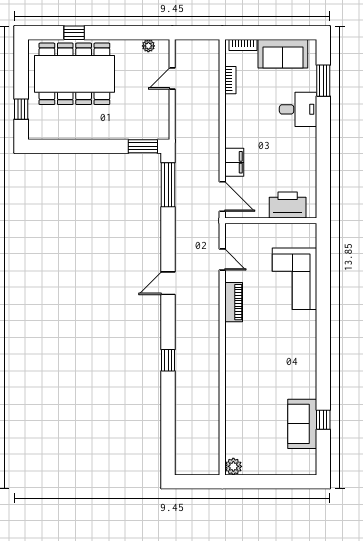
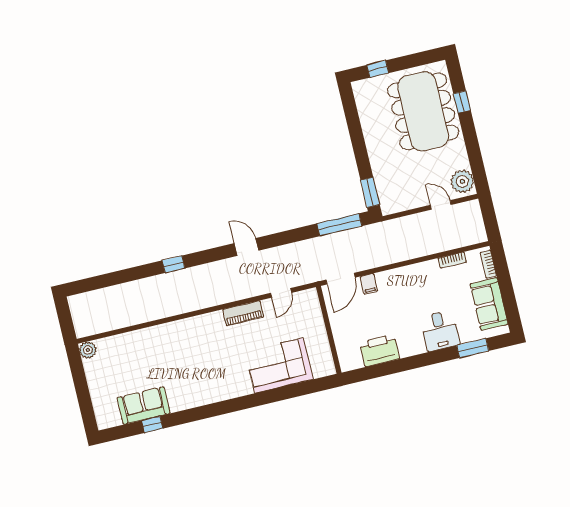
plant: (148, 46) -> (462, 181), width x1.88, depth x1.88
filing cabinet: (234, 162) -> (369, 284), width x0.50
printer: (288, 205) -> (380, 351), moved, turned -90

